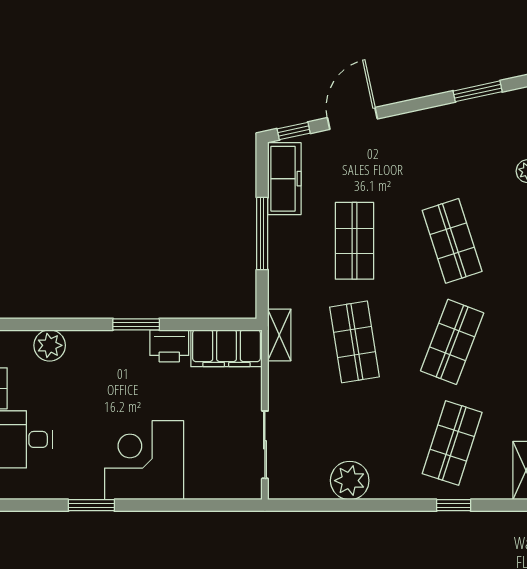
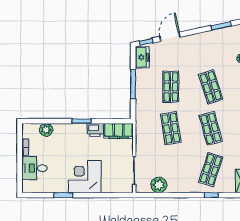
freezer: (284, 179) -> (142, 57), width x0.71
shelving: (279, 335) -> (140, 125), removed
shop shelf: (452, 342) -> (211, 128), turned -36
plant: (350, 481) -> (159, 185), moved

